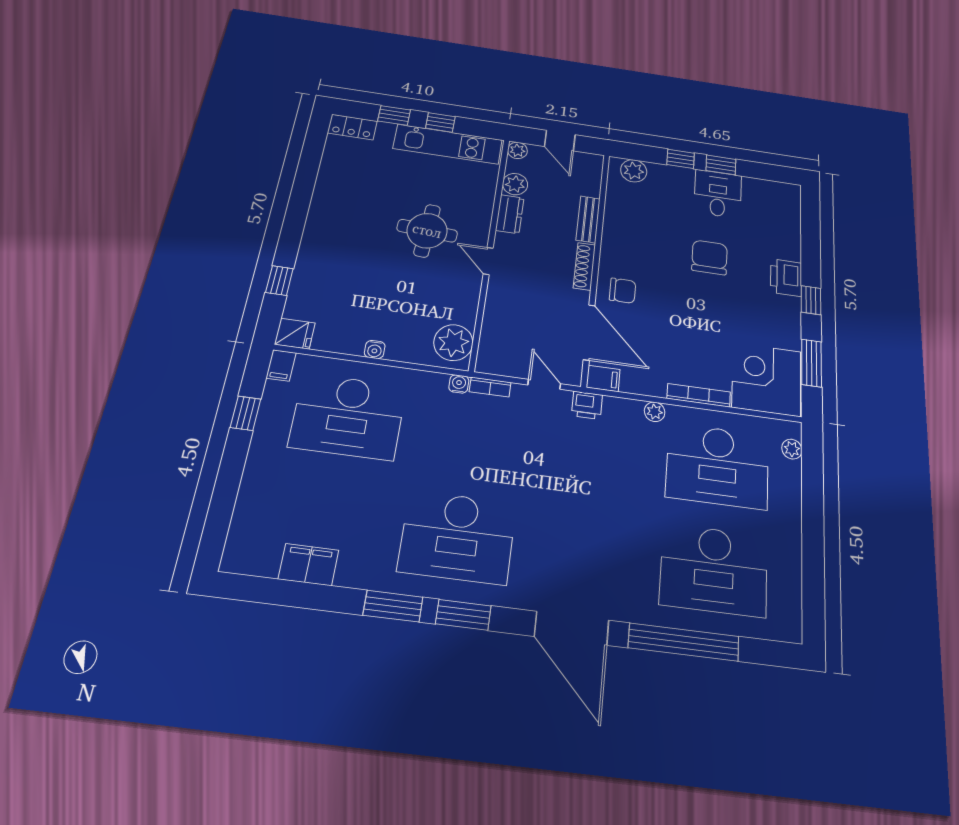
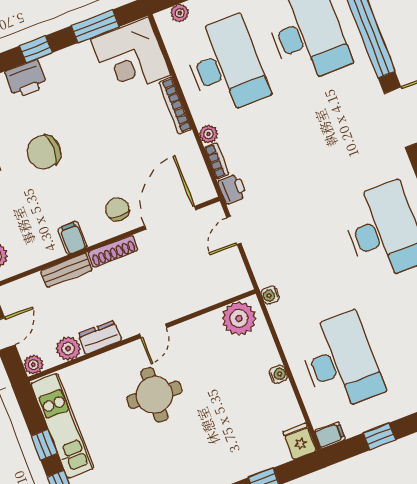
filing cabinet: (603, 378) -> (73, 238), moved
bookcase: (490, 387) -> (217, 161), moved

